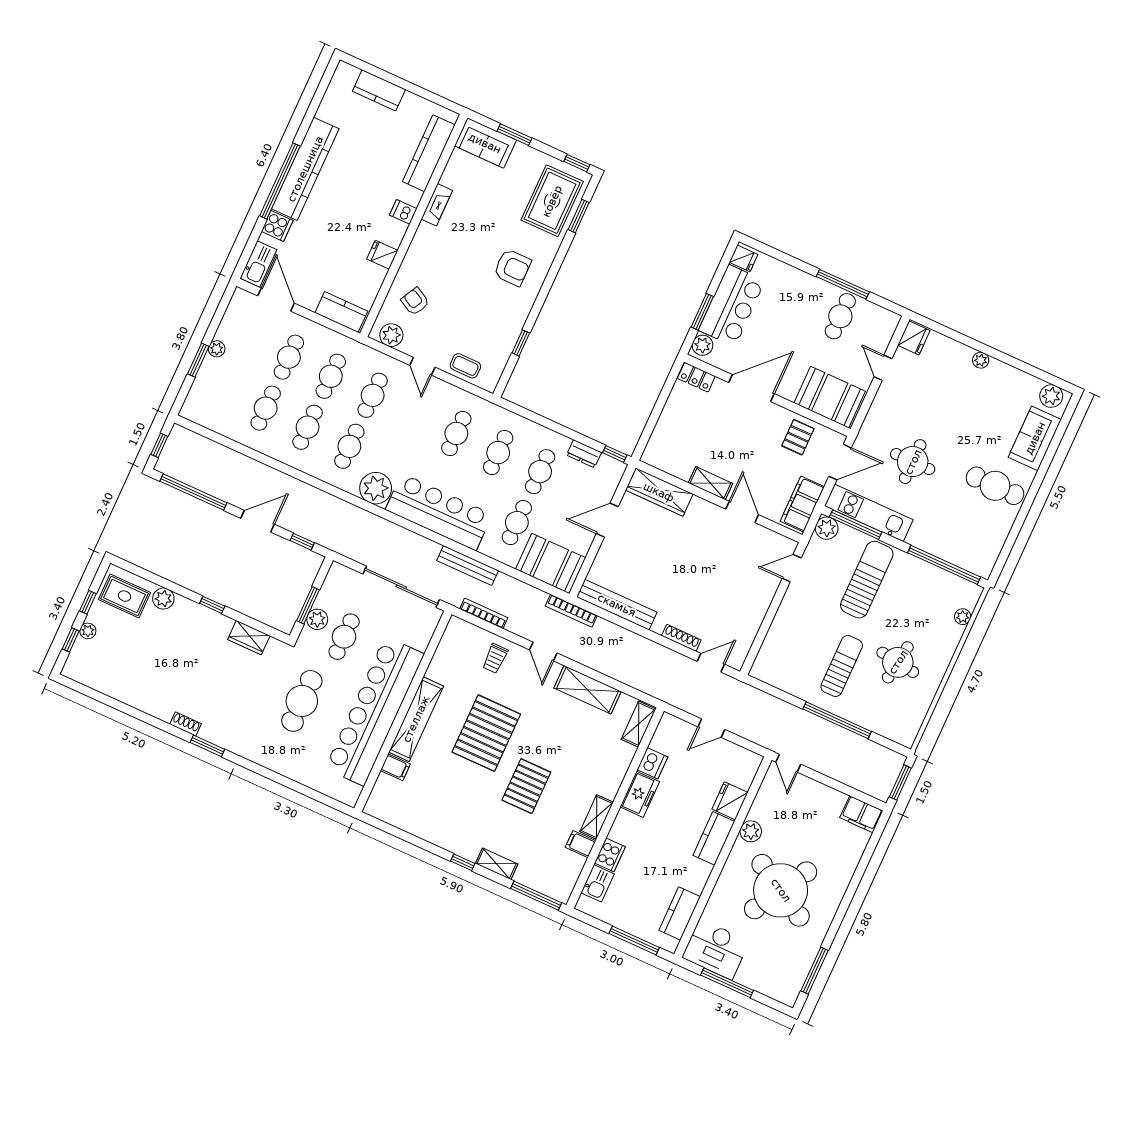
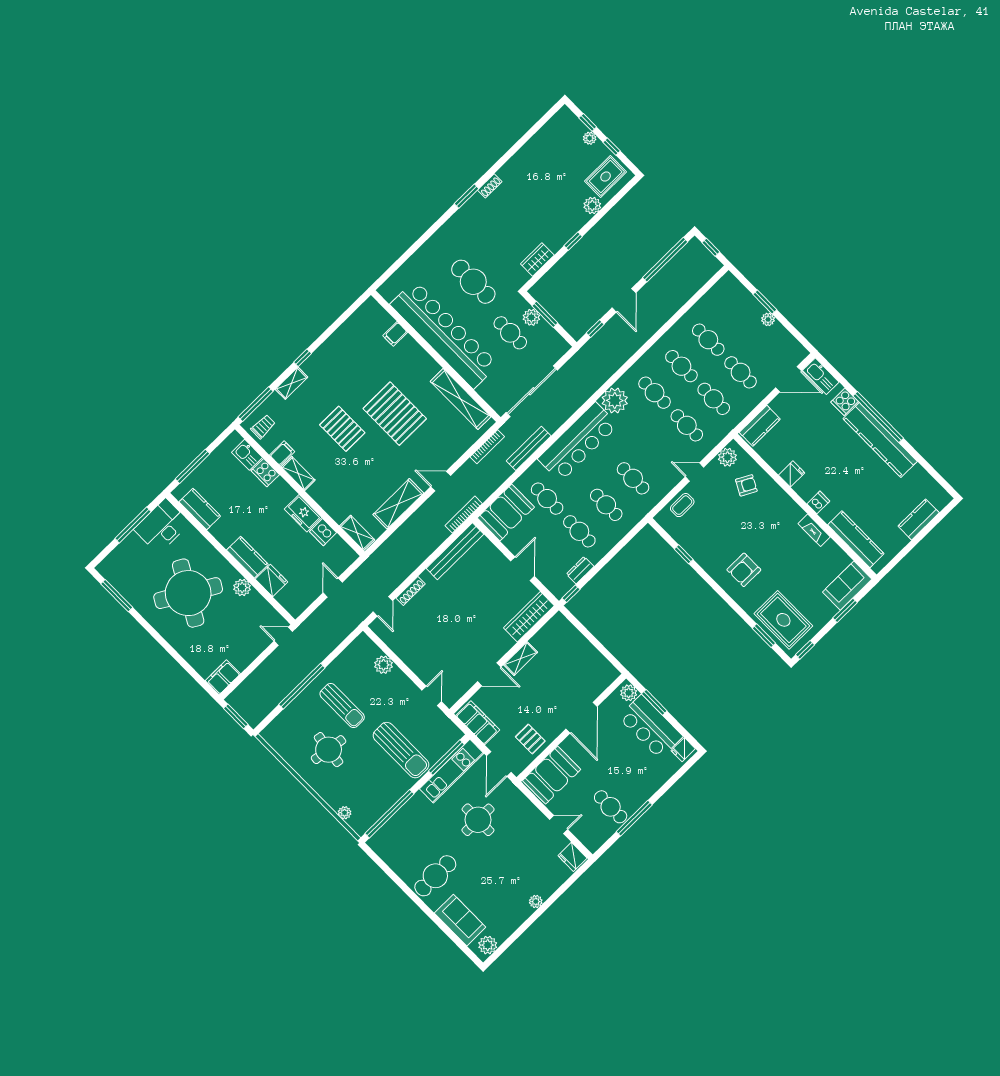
locker: (696, 377) -> (606, 679), removed
plant: (827, 528) -> (384, 665), moved
trolley: (495, 658) -> (263, 427), moved, turned 90
shelving: (416, 719) -> (461, 399), moved

